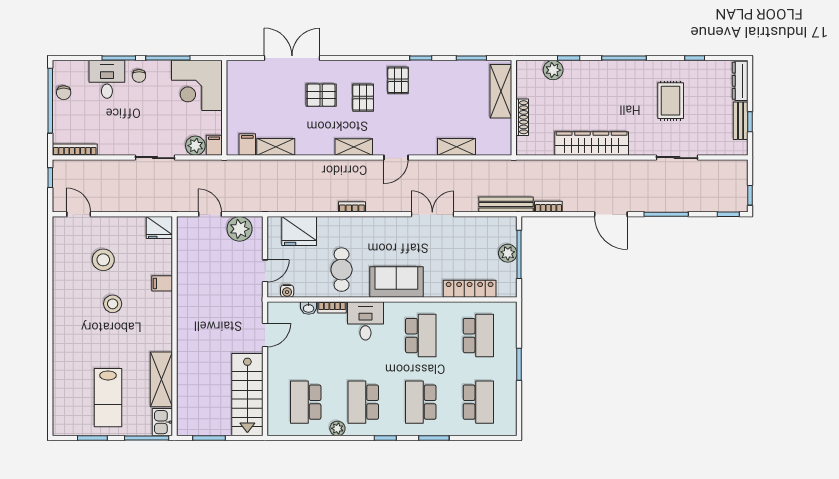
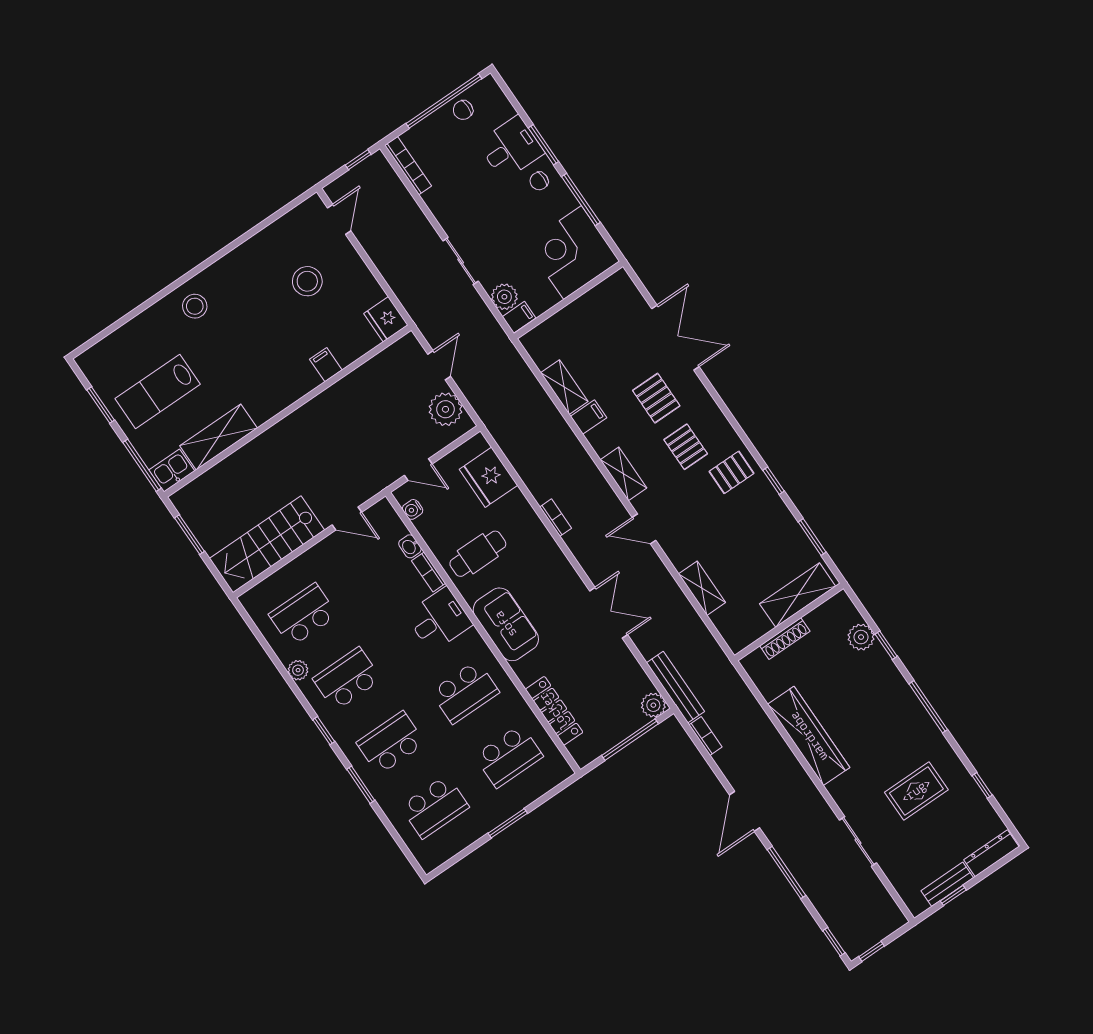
pallet: (363, 98) -> (686, 447), turned 90
filing cabinet: (247, 145) -> (589, 417), moved
plant: (508, 253) -> (653, 705), moved
stool: (113, 304) -> (195, 306), moved

